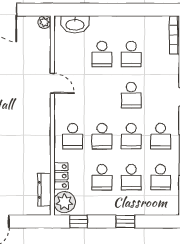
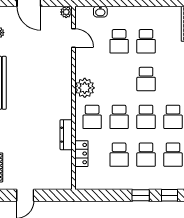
washbasin: (75, 24) -> (100, 12), width x0.52, depth x0.69
door: (52, 83) -> (73, 38), moved
dresser: (44, 190) -> (66, 135), moved
plant: (65, 202) -> (85, 88), moved
window: (79, 221) -> (170, 195), moved

